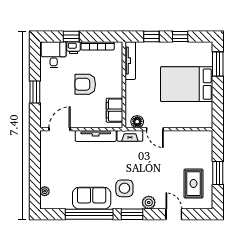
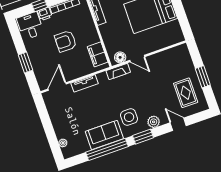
tv unit: (96, 136) -> (85, 83), width x0.71

